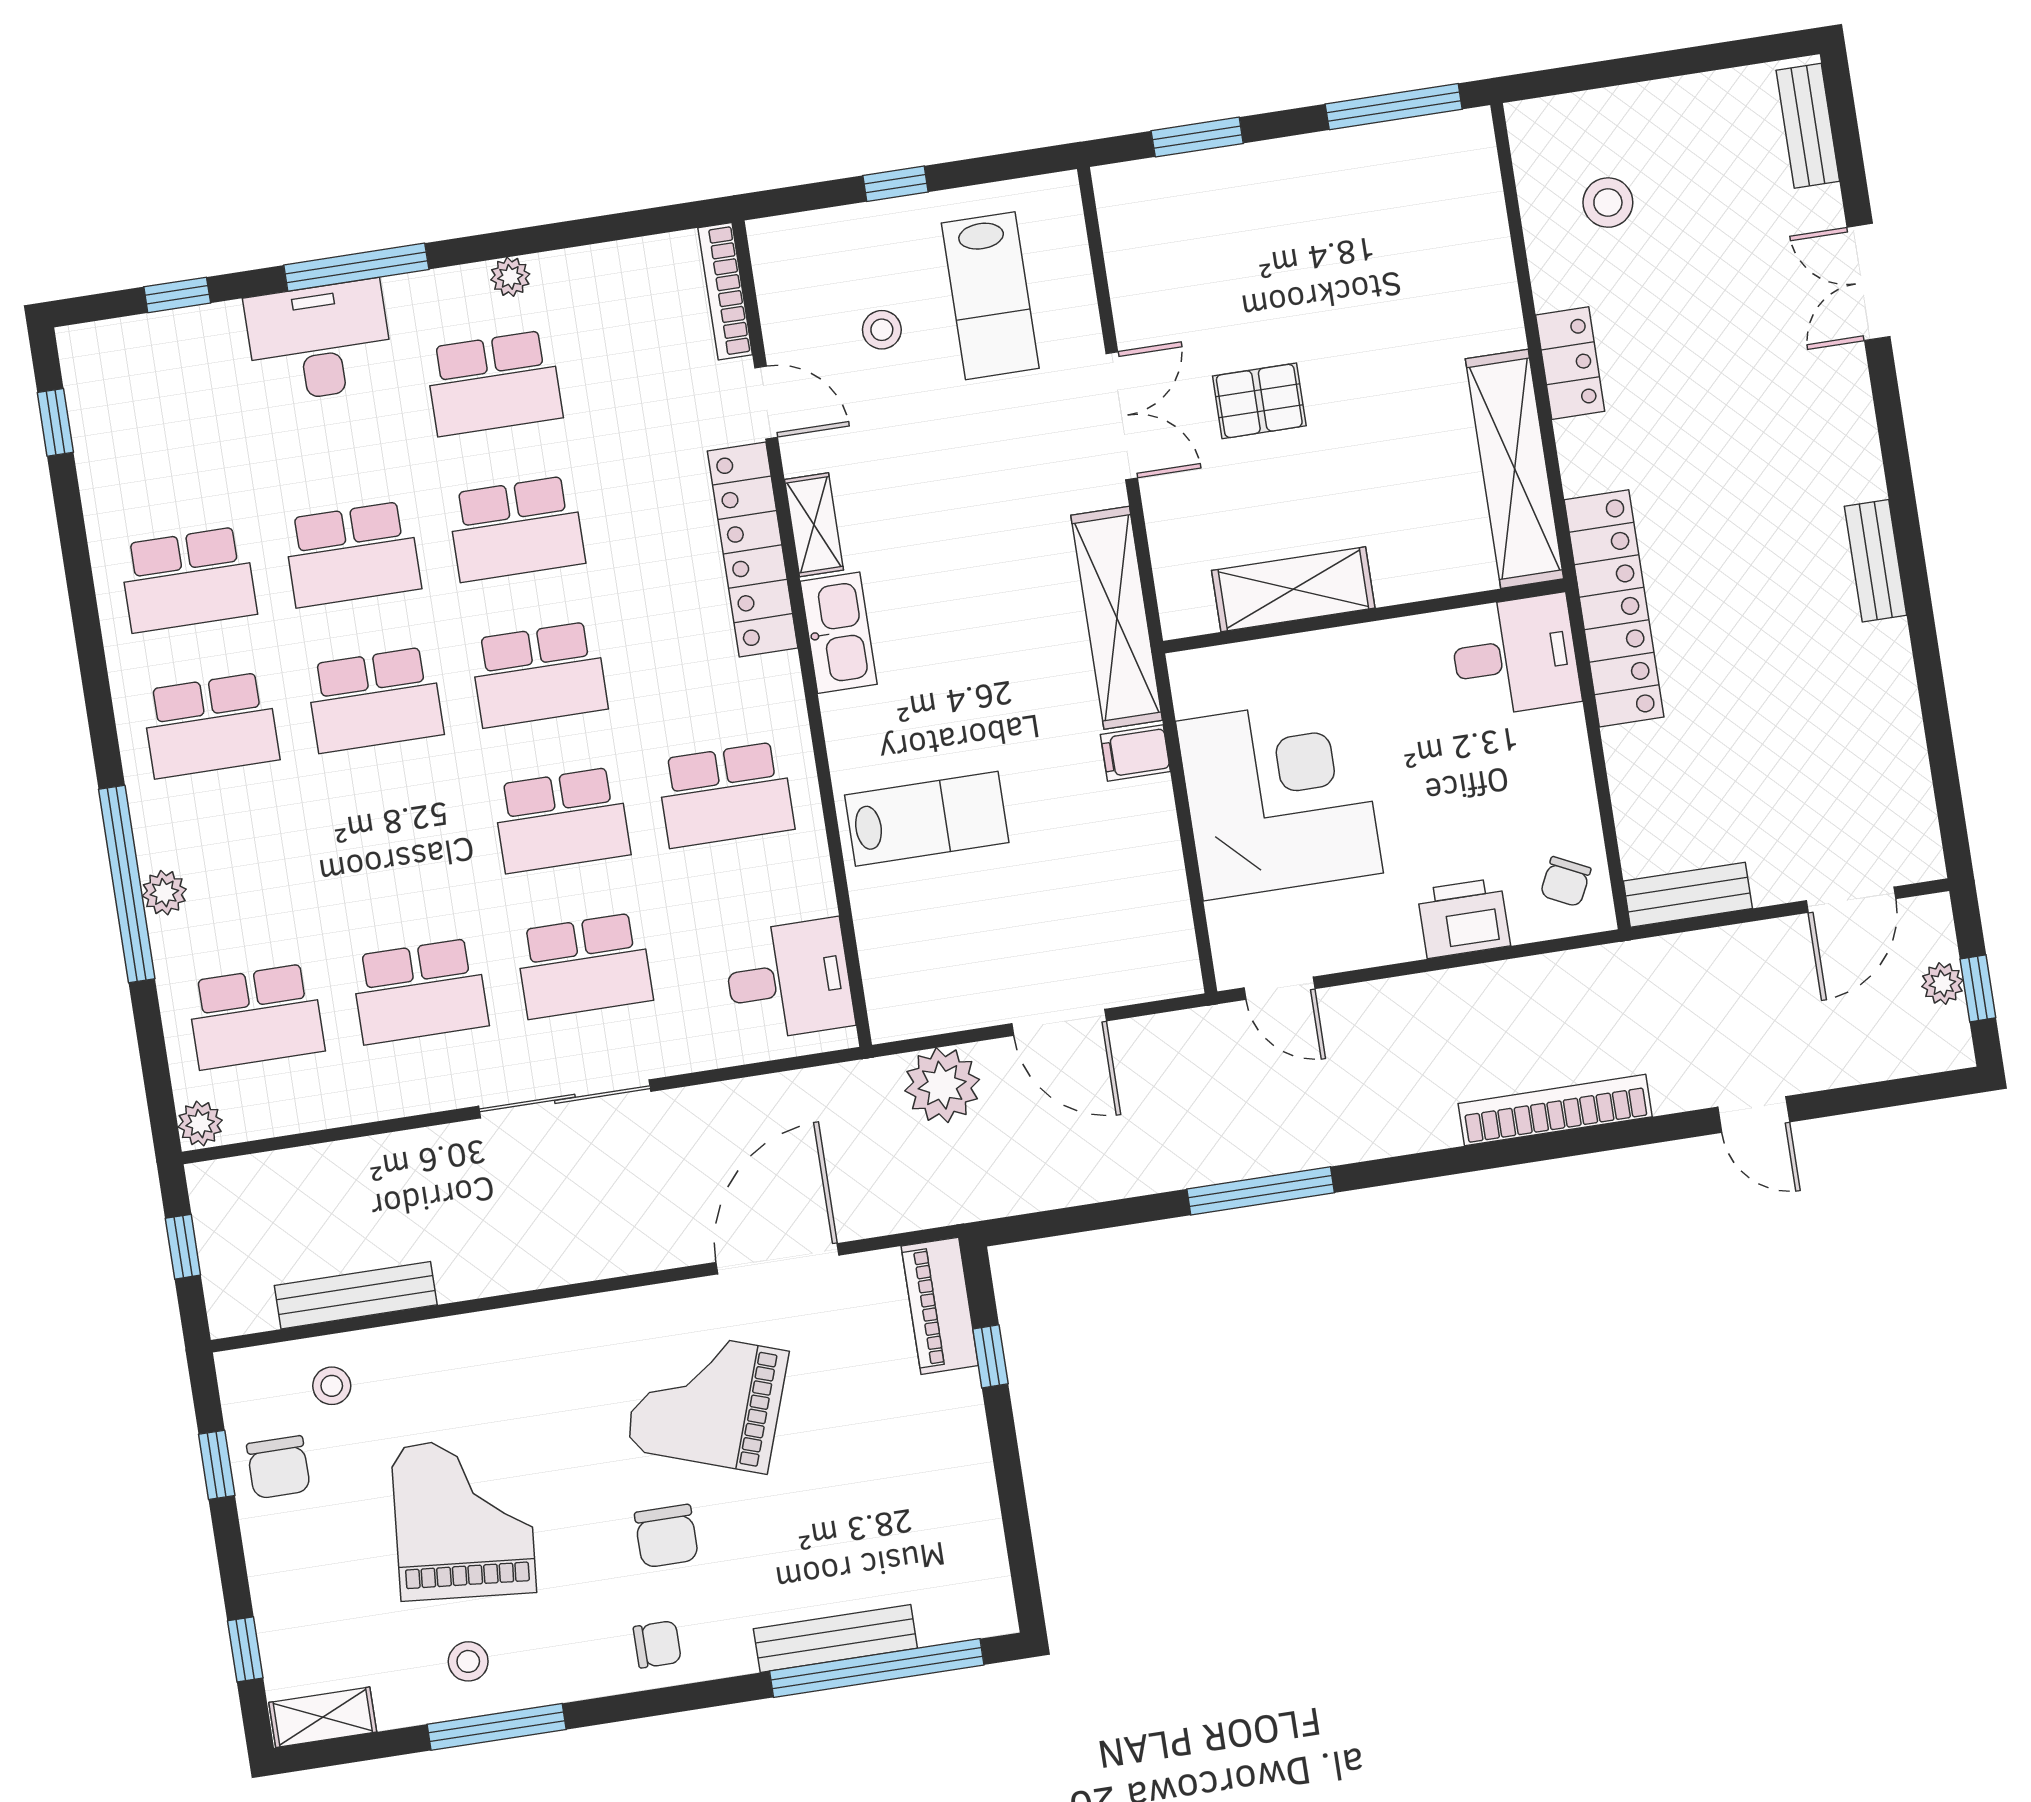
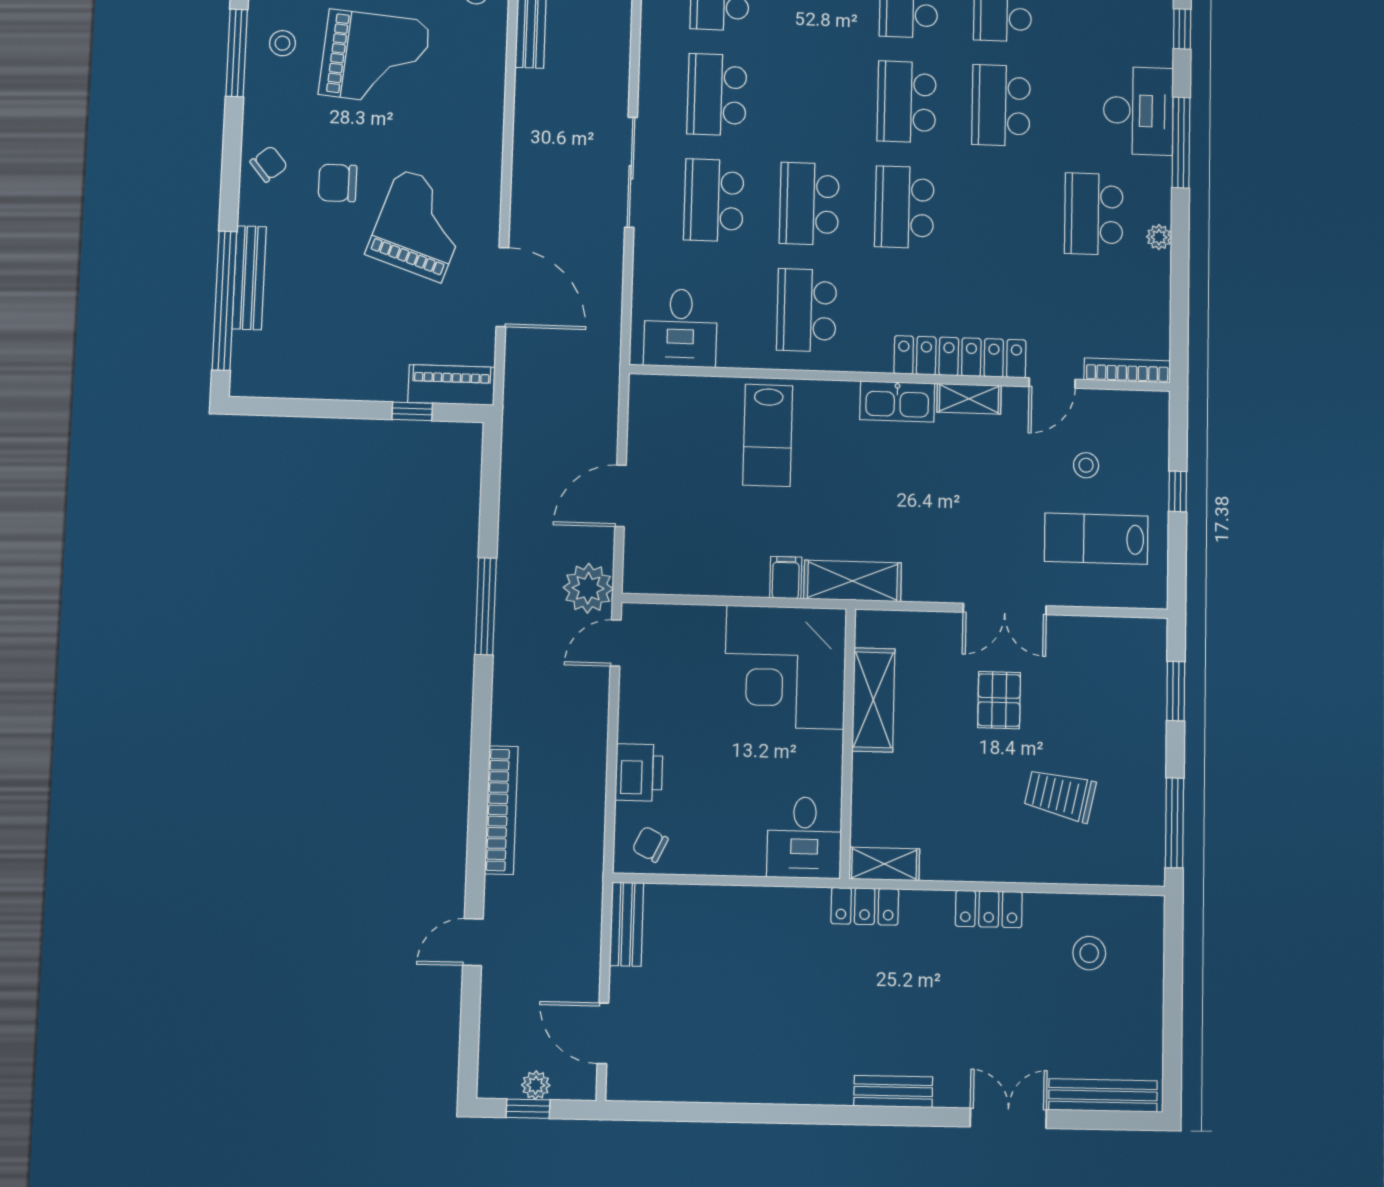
bench: (1808, 126) -> (1103, 1095), width x1.36
trolley: (1384, 285) -> (1060, 795), added
shelving: (1515, 469) -> (884, 864), width x0.45, depth x0.75
school desk: (516, 529) -> (999, 211), removed
bench: (1876, 561) -> (893, 1091), moved
locker: (1614, 608) -> (865, 906), width x0.46, depth x0.83
shelving: (1117, 618) -> (853, 581), width x0.68
corner desk: (1279, 797) -> (785, 667), moved, turned 90
plant: (942, 1085) -> (588, 588), moved
chair: (657, 1644) -> (269, 164), turned -129

